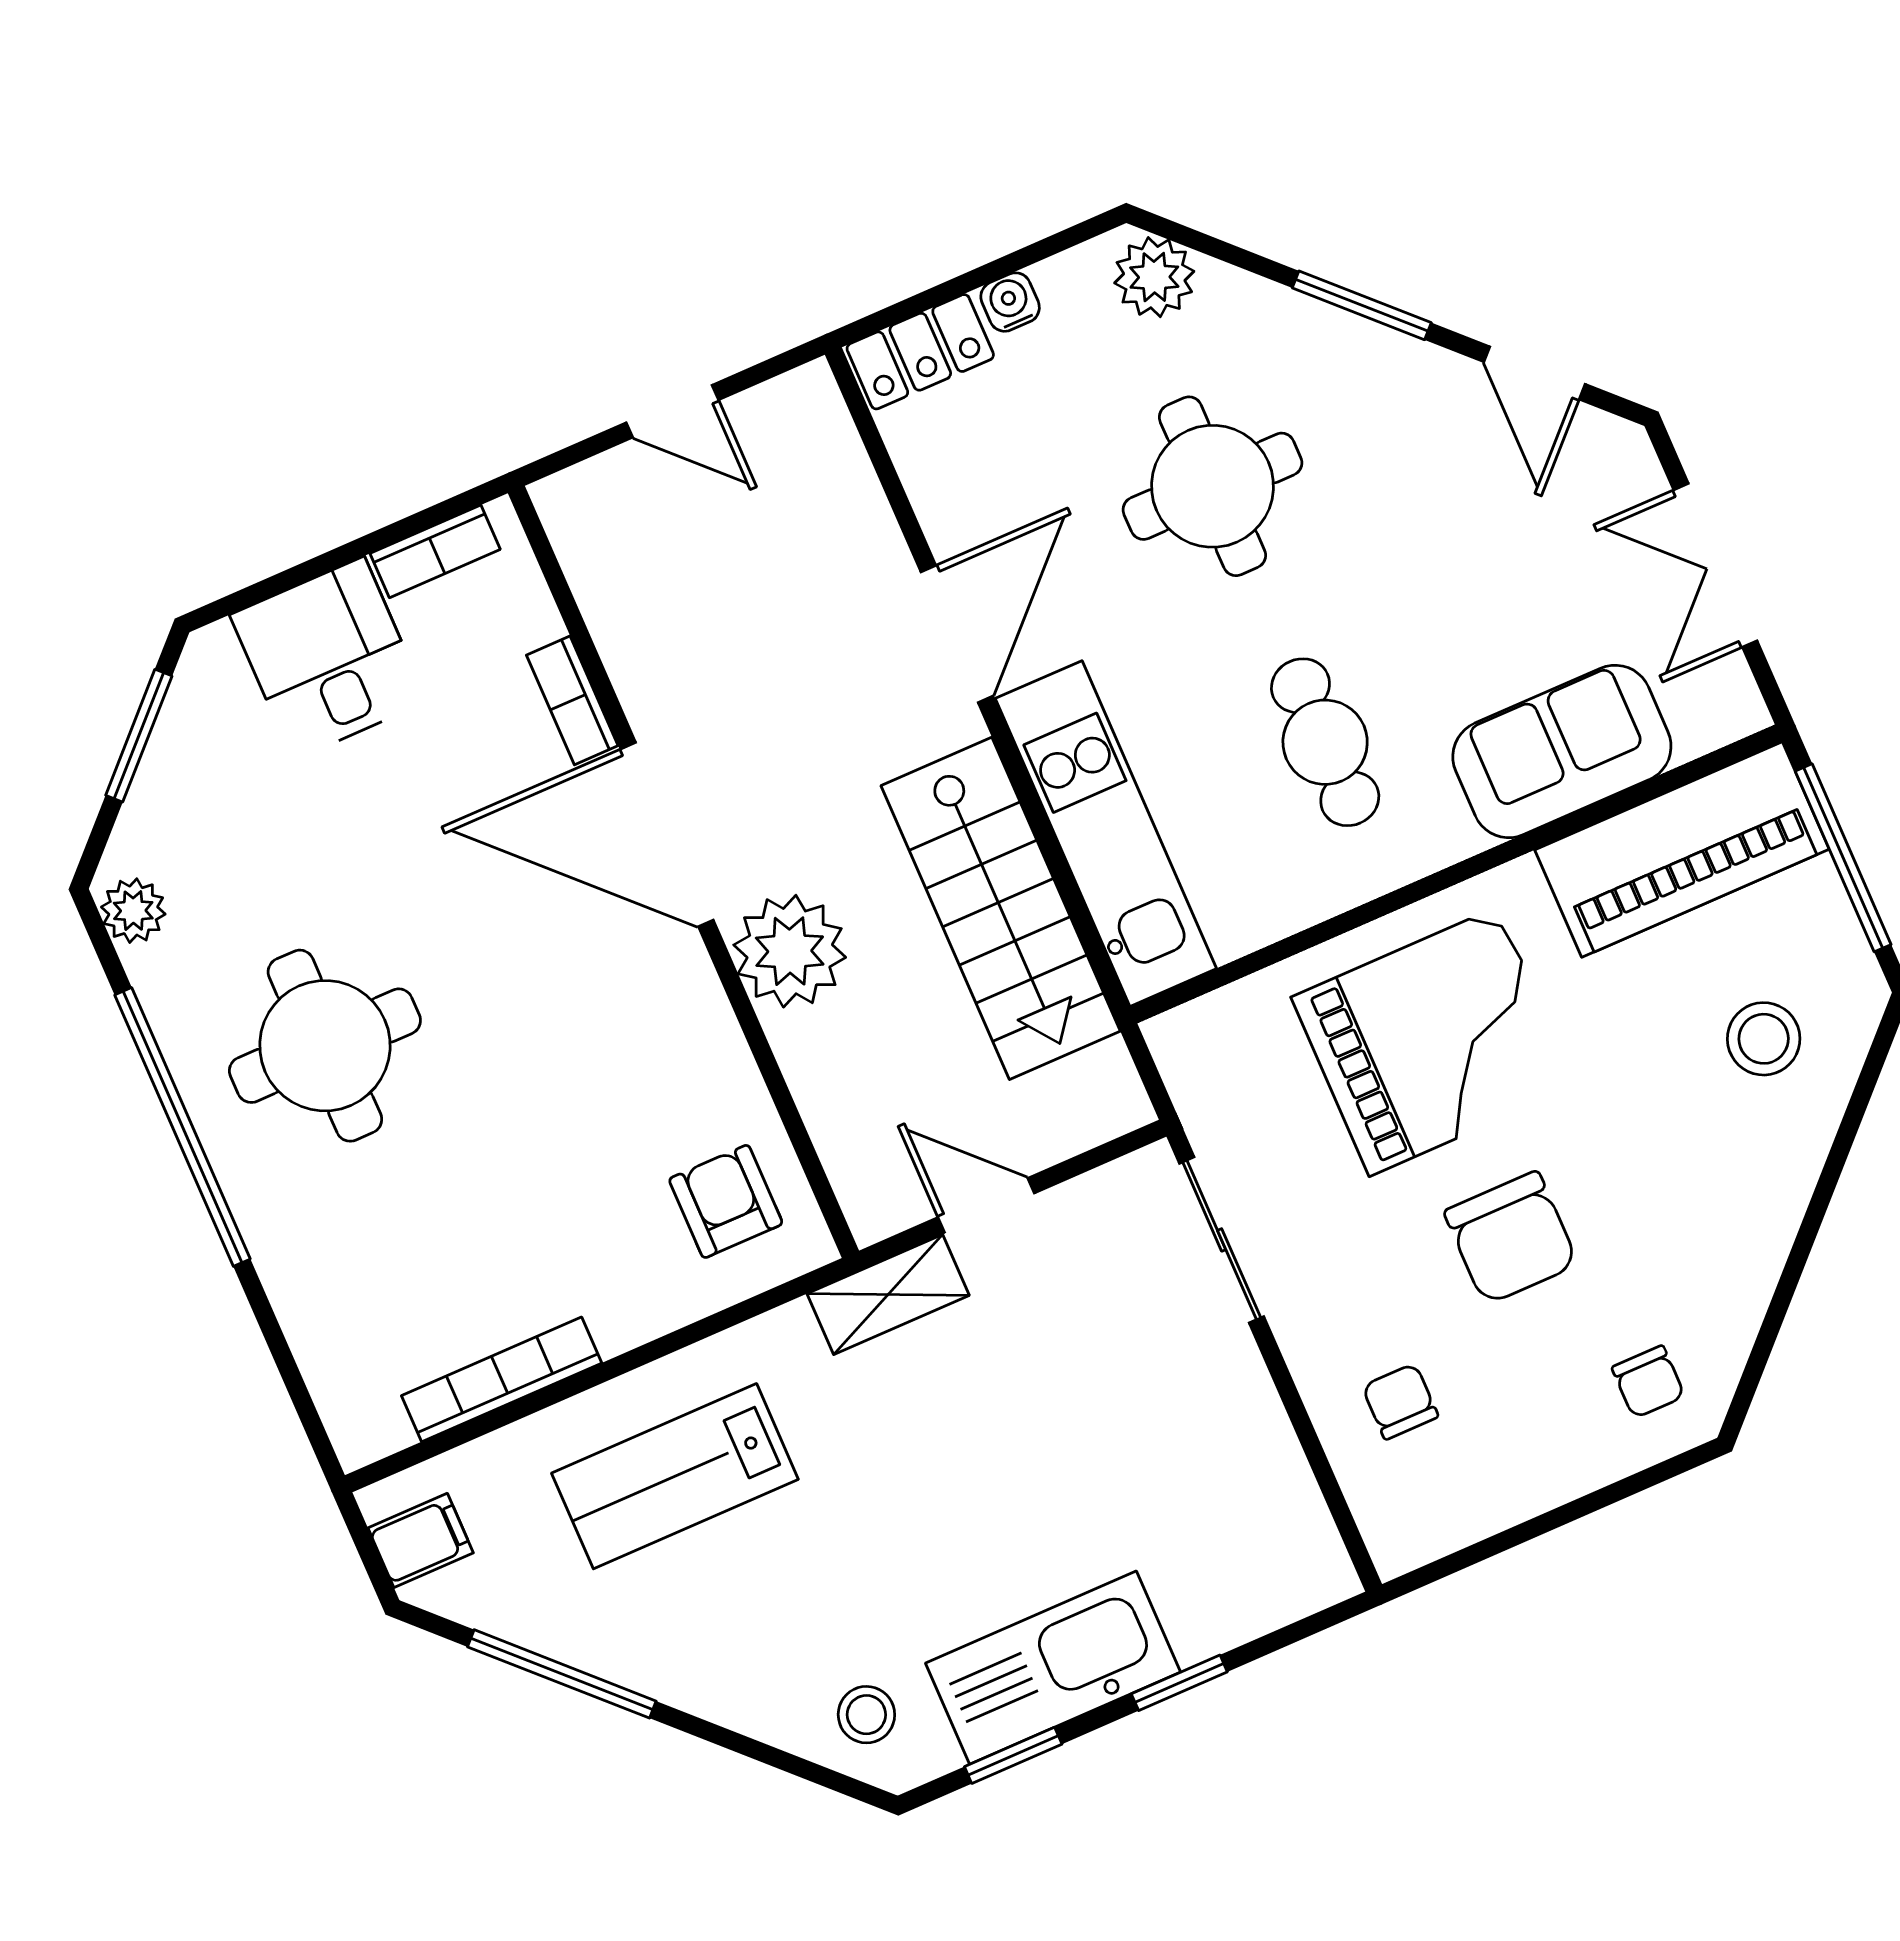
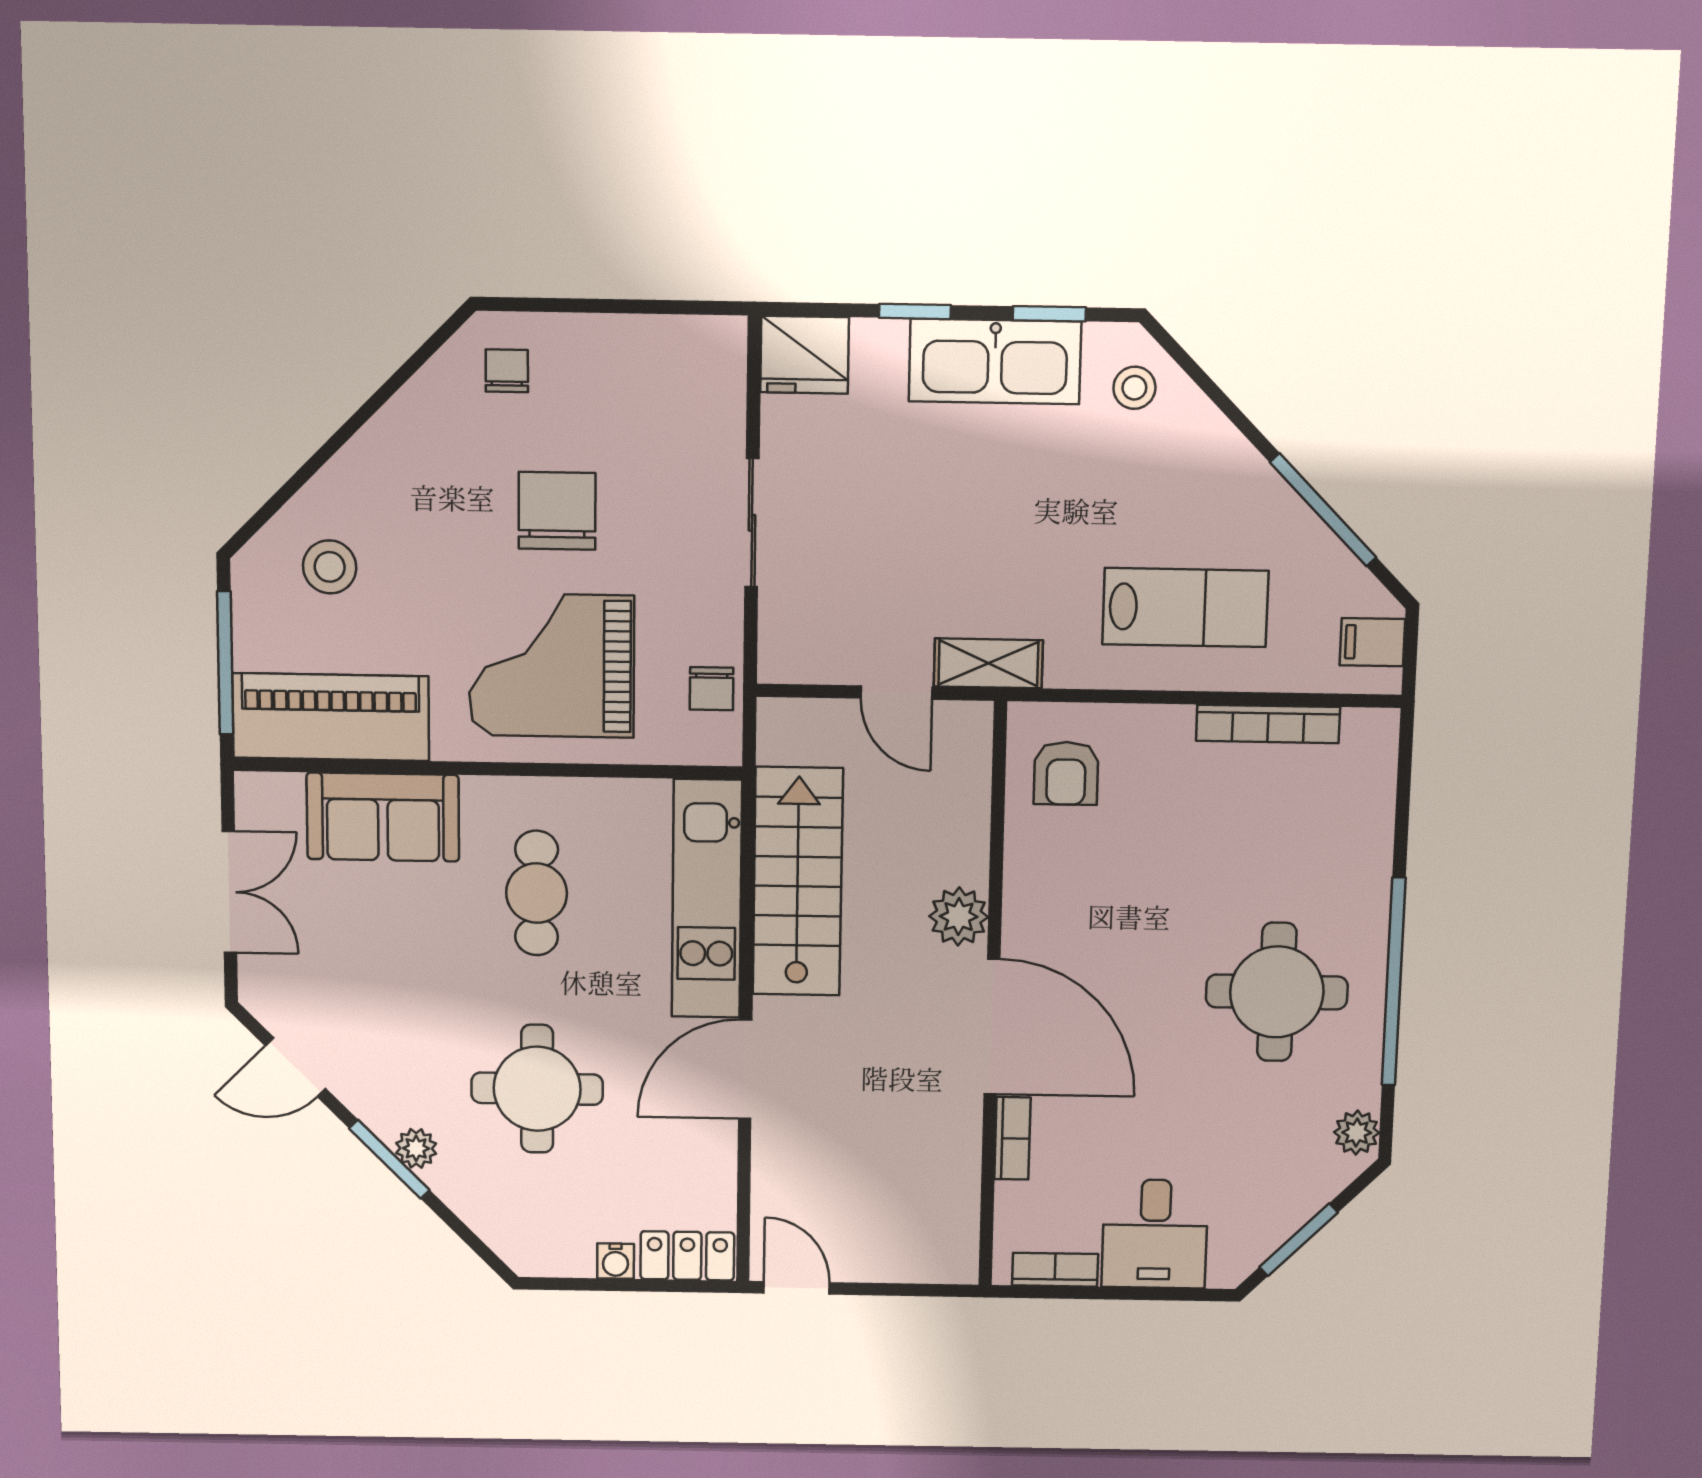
plant: (1154, 277) -> (416, 1148), moved, width x0.73, depth x0.73
door: (1534, 373) -> (296, 1067), swing flipped
door: (672, 411) -> (797, 1288), moved
plant: (790, 951) -> (959, 917), width x0.73, depth x0.73
sliding door: (1222, 1240) -> (752, 523), moved
chair: (1400, 1402) -> (712, 689), moved
fridge: (1291, 1569) -> (805, 355), added

